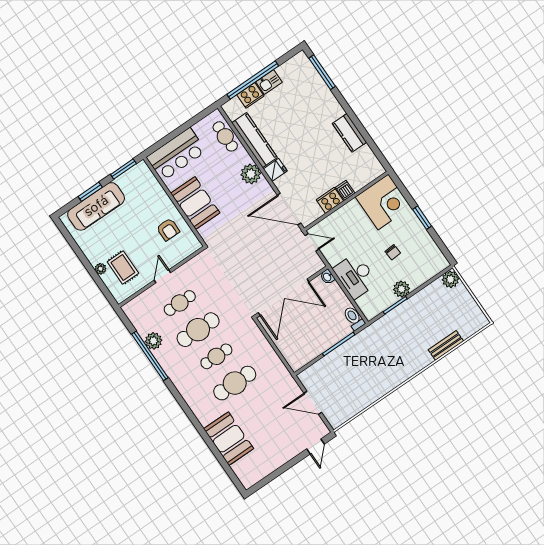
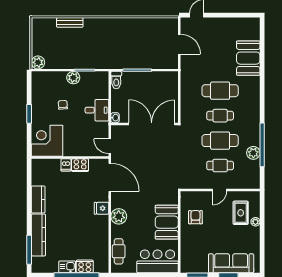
kitchen counter: (254, 140) -> (38, 235), moved, turned 180
desk: (355, 276) -> (97, 110), width x0.73

